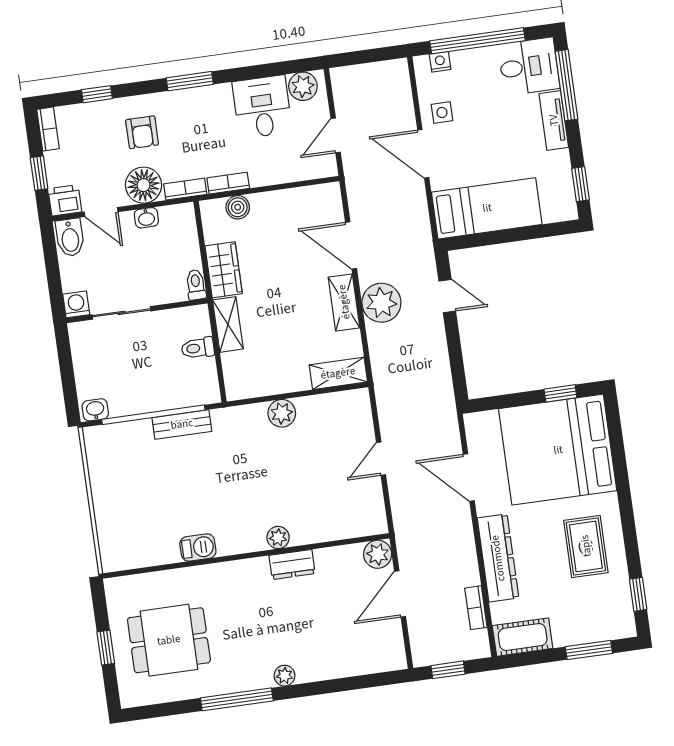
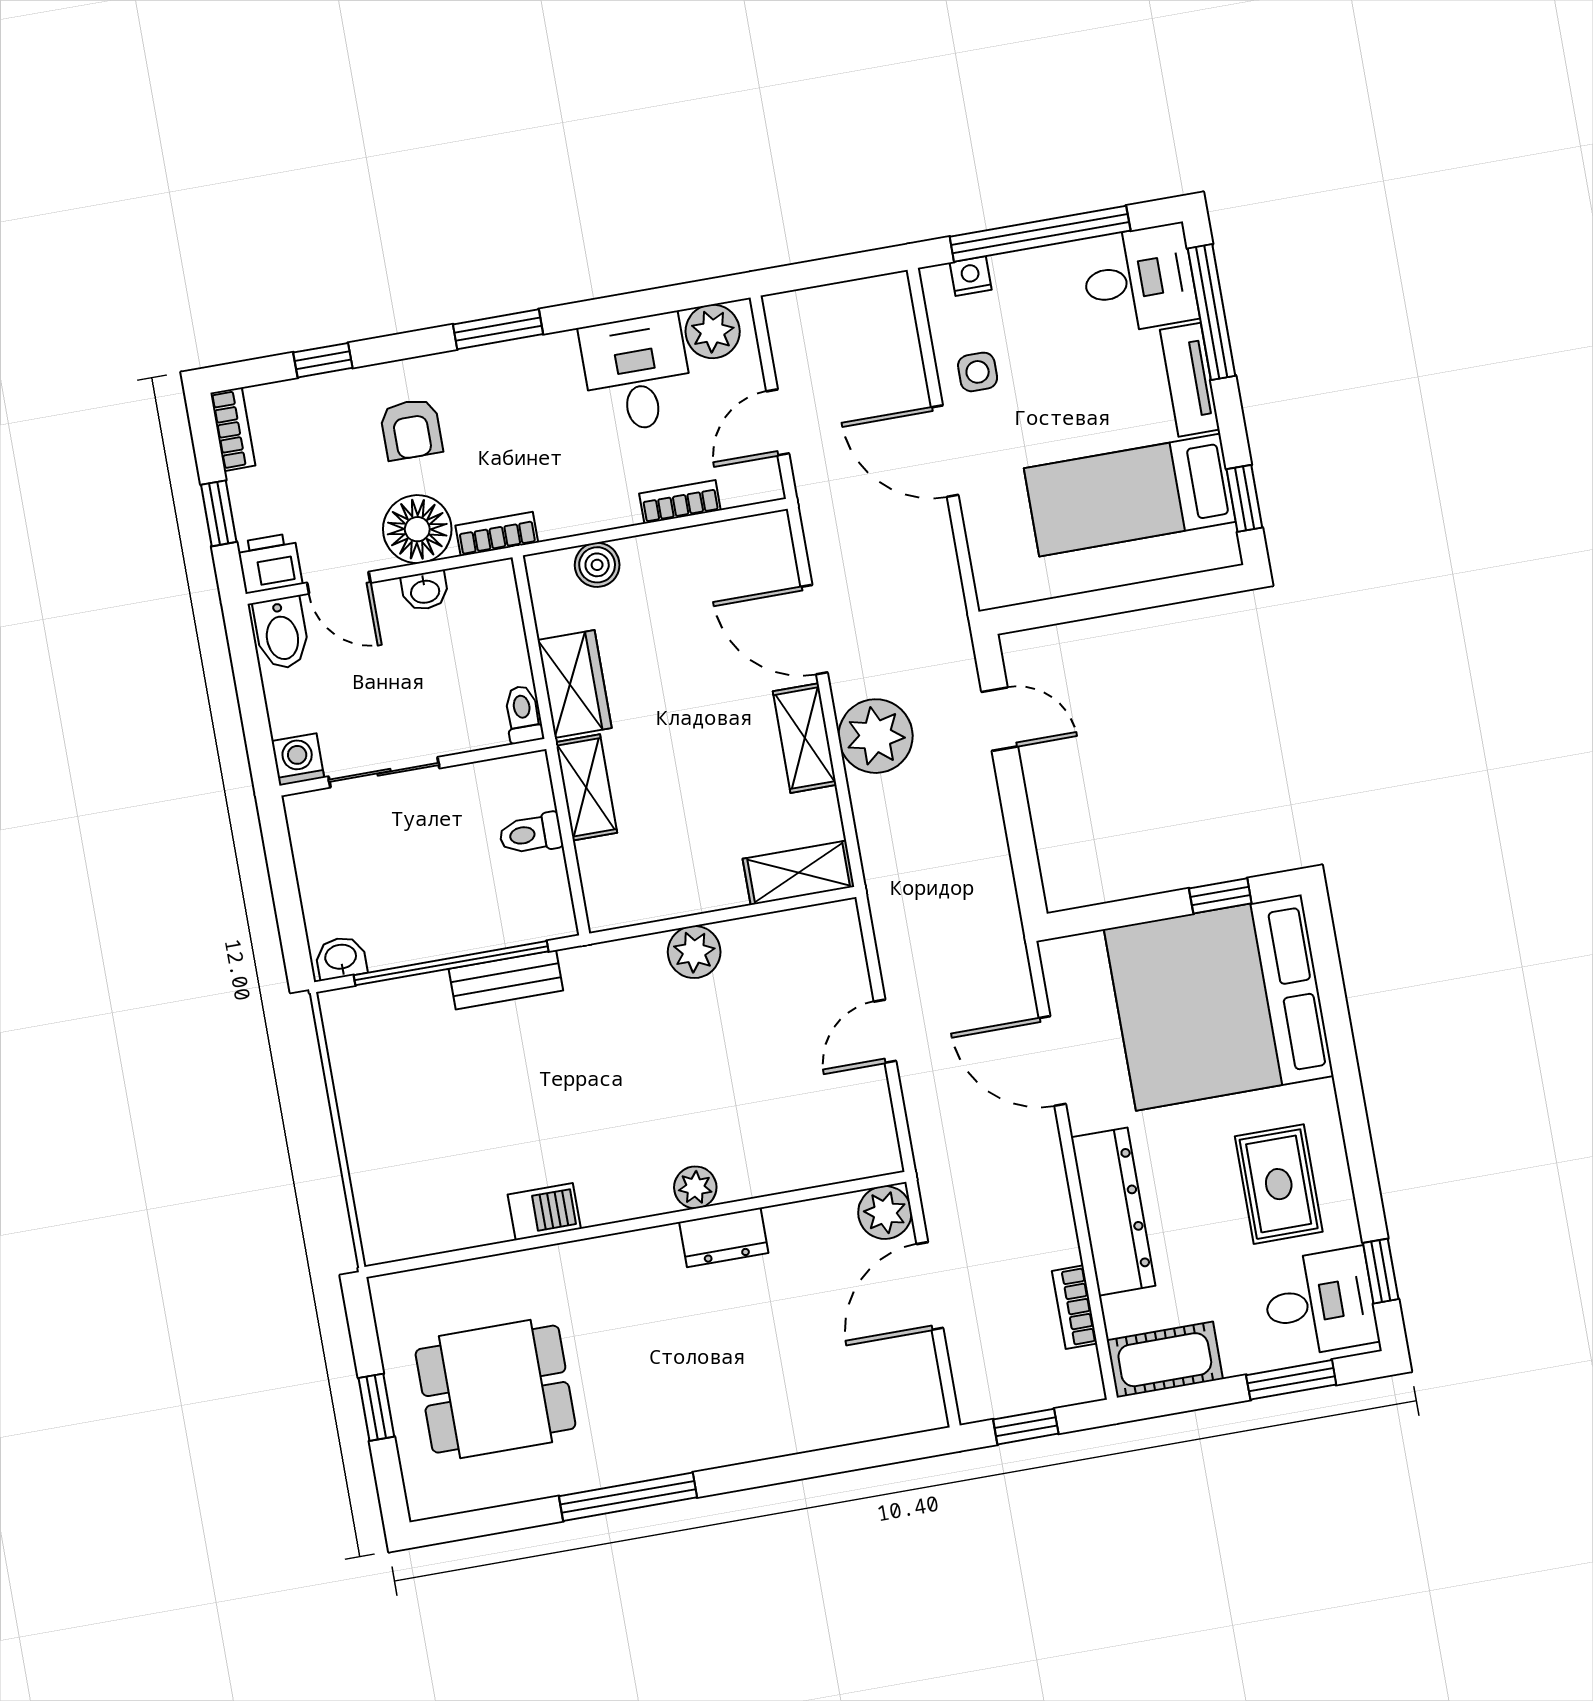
bookcase: (228, 183) -> (680, 502), moved
bed: (487, 208) -> (1130, 495), moved, turned 180
desk: (605, 610) -> (1320, 1302), added
plant: (285, 676) -> (717, 1448), removed

